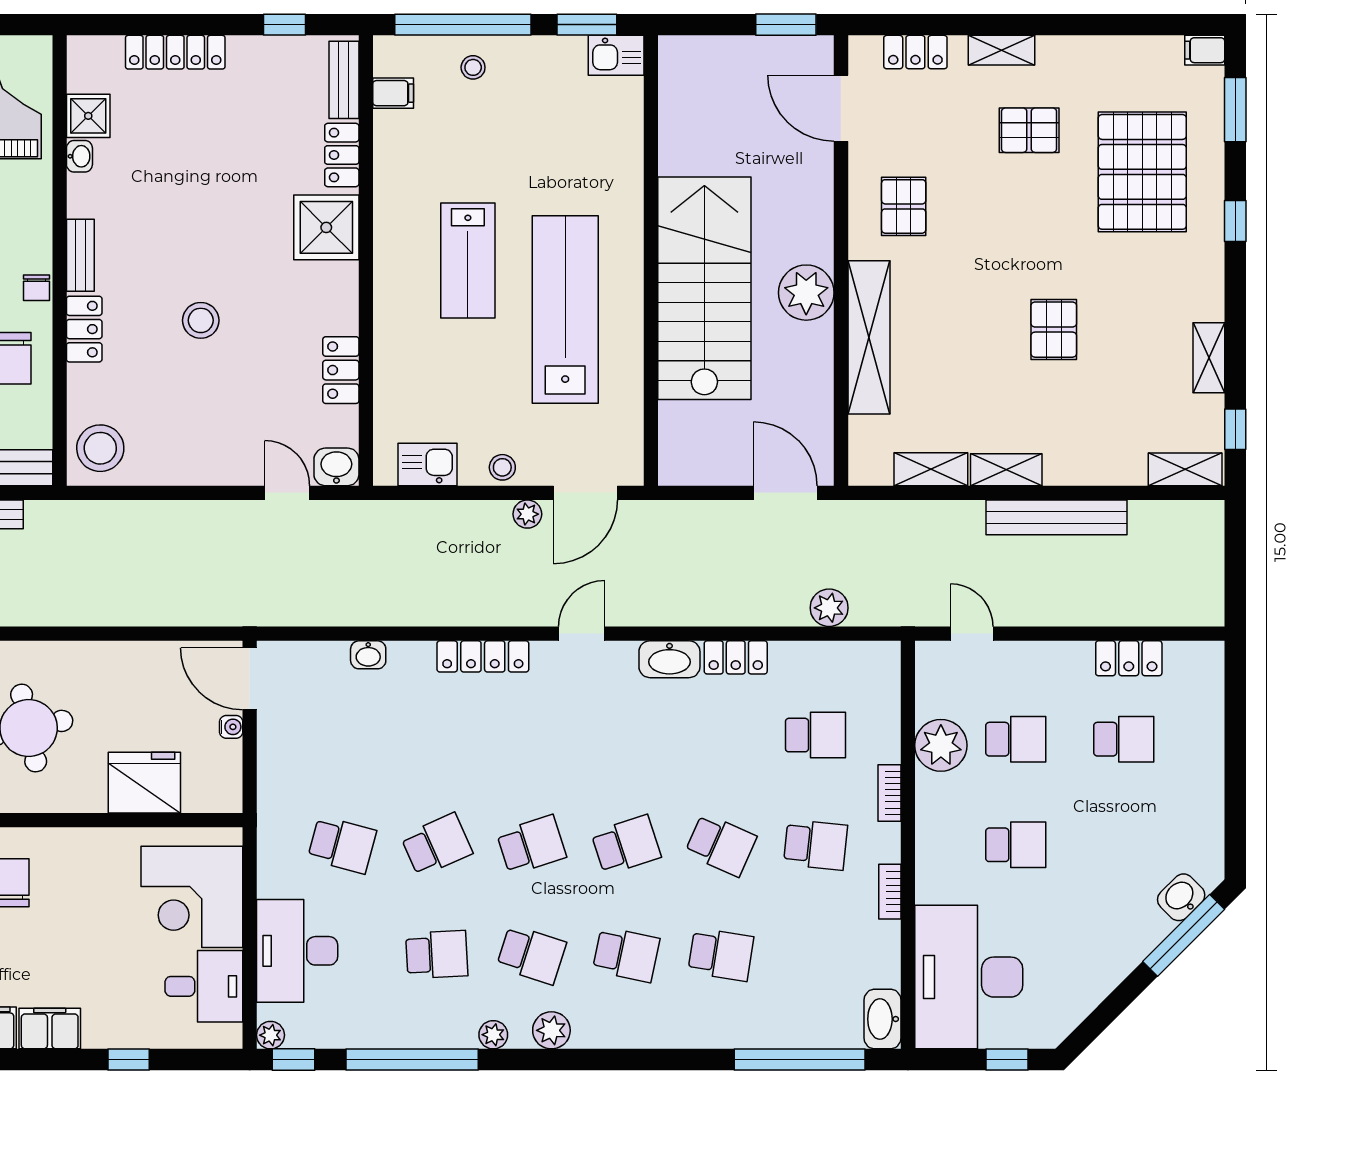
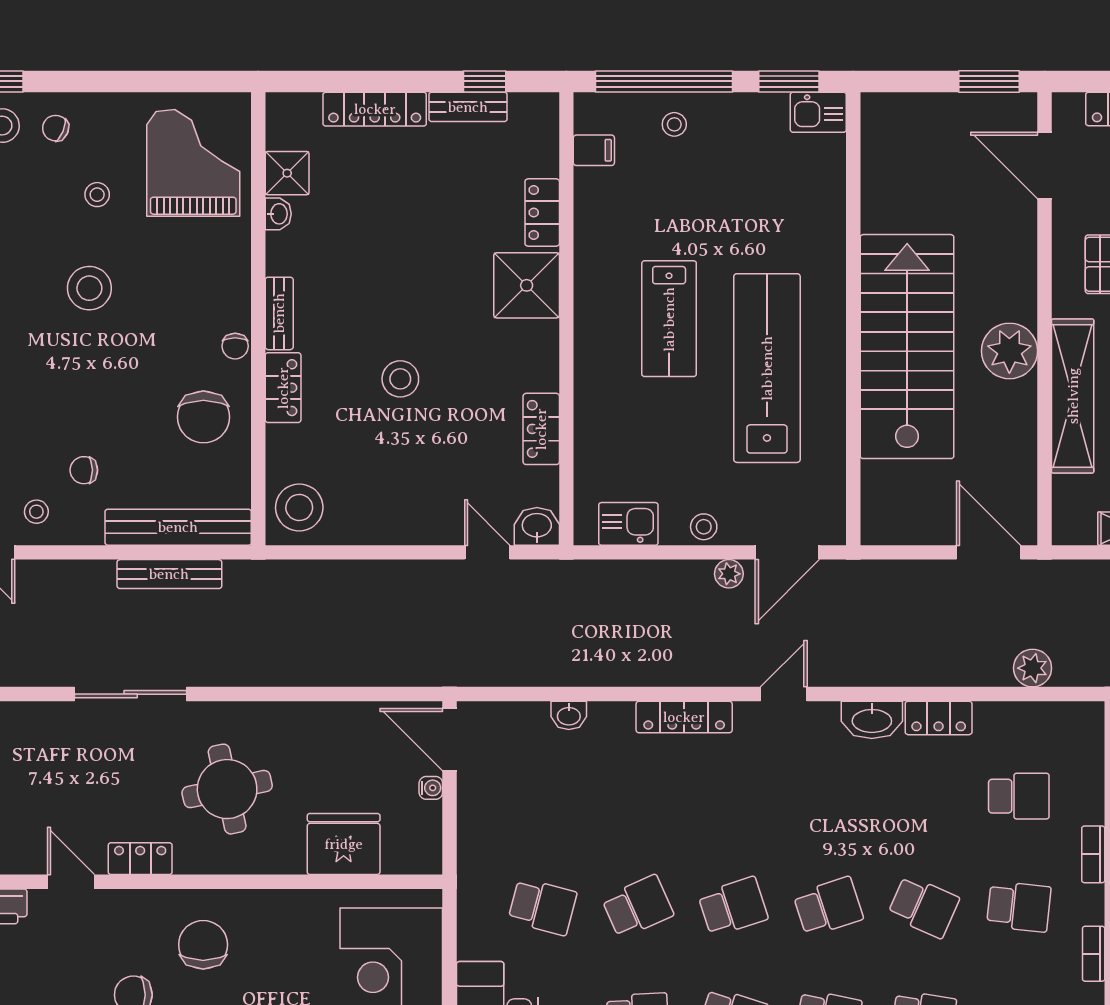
bench: (344, 80) -> (468, 107), moved, turned 90

